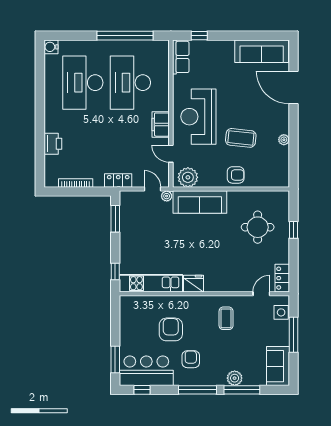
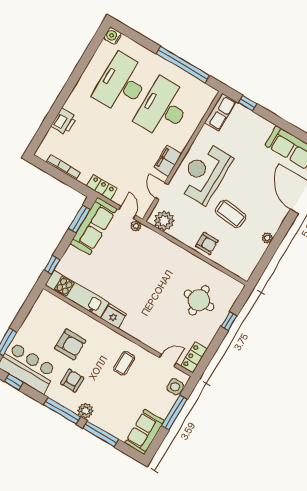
sofa: (200, 202) -> (94, 226), moved, turned -90
armchair: (171, 329) -> (70, 344), turned 90
plant: (235, 378) -> (85, 411), moved

